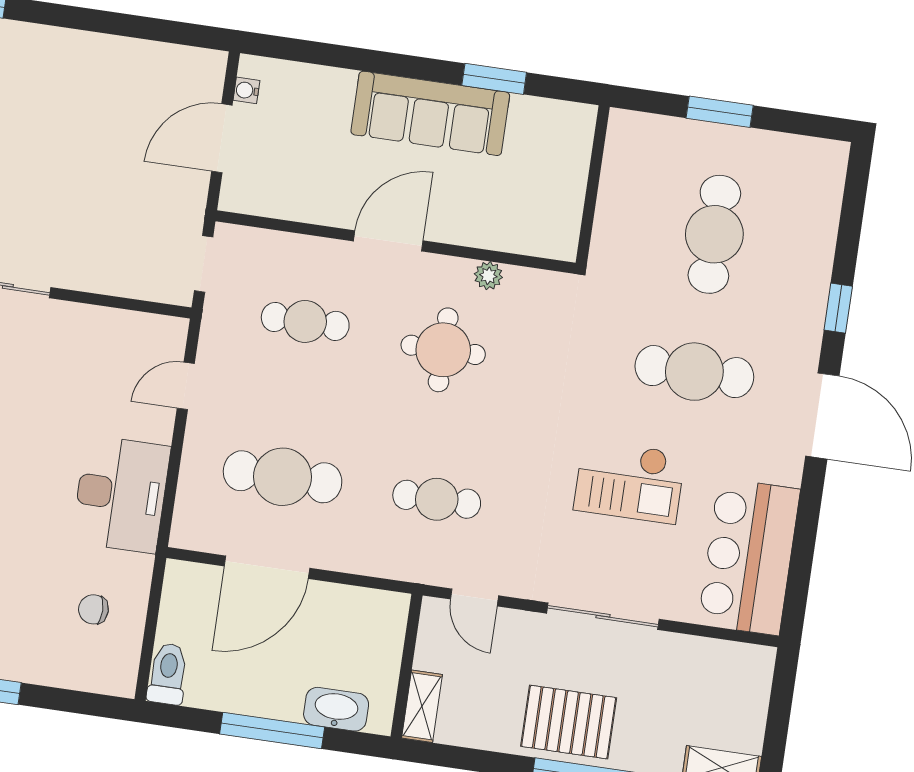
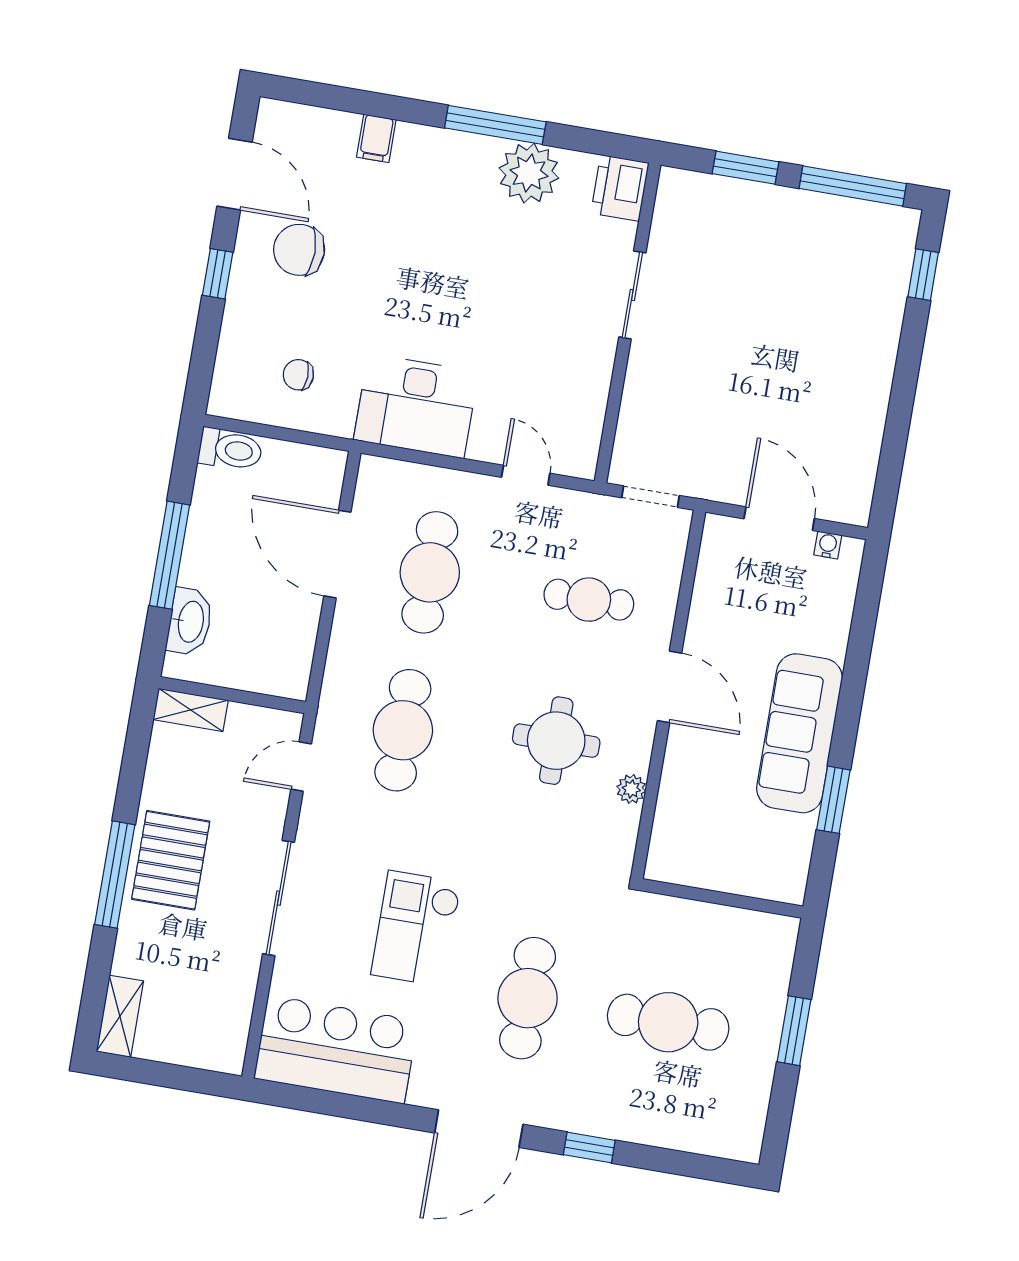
cafe table: (305, 321) -> (589, 600), turned 90
cafe table: (437, 499) -> (403, 730), width x1.37, depth x1.35
chair: (93, 609) -> (298, 375), turned -88

